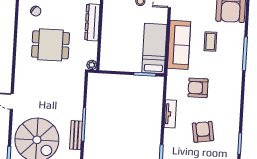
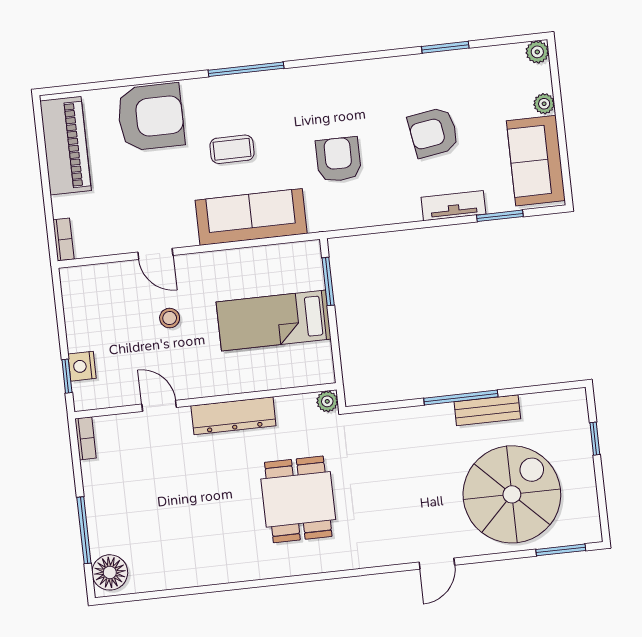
chair: (36, 11) -> (230, 544), removed
bed: (154, 48) -> (274, 321), moved
armchair: (198, 88) -> (338, 159), turned 180
tv unit: (170, 114) -> (453, 206), moved

